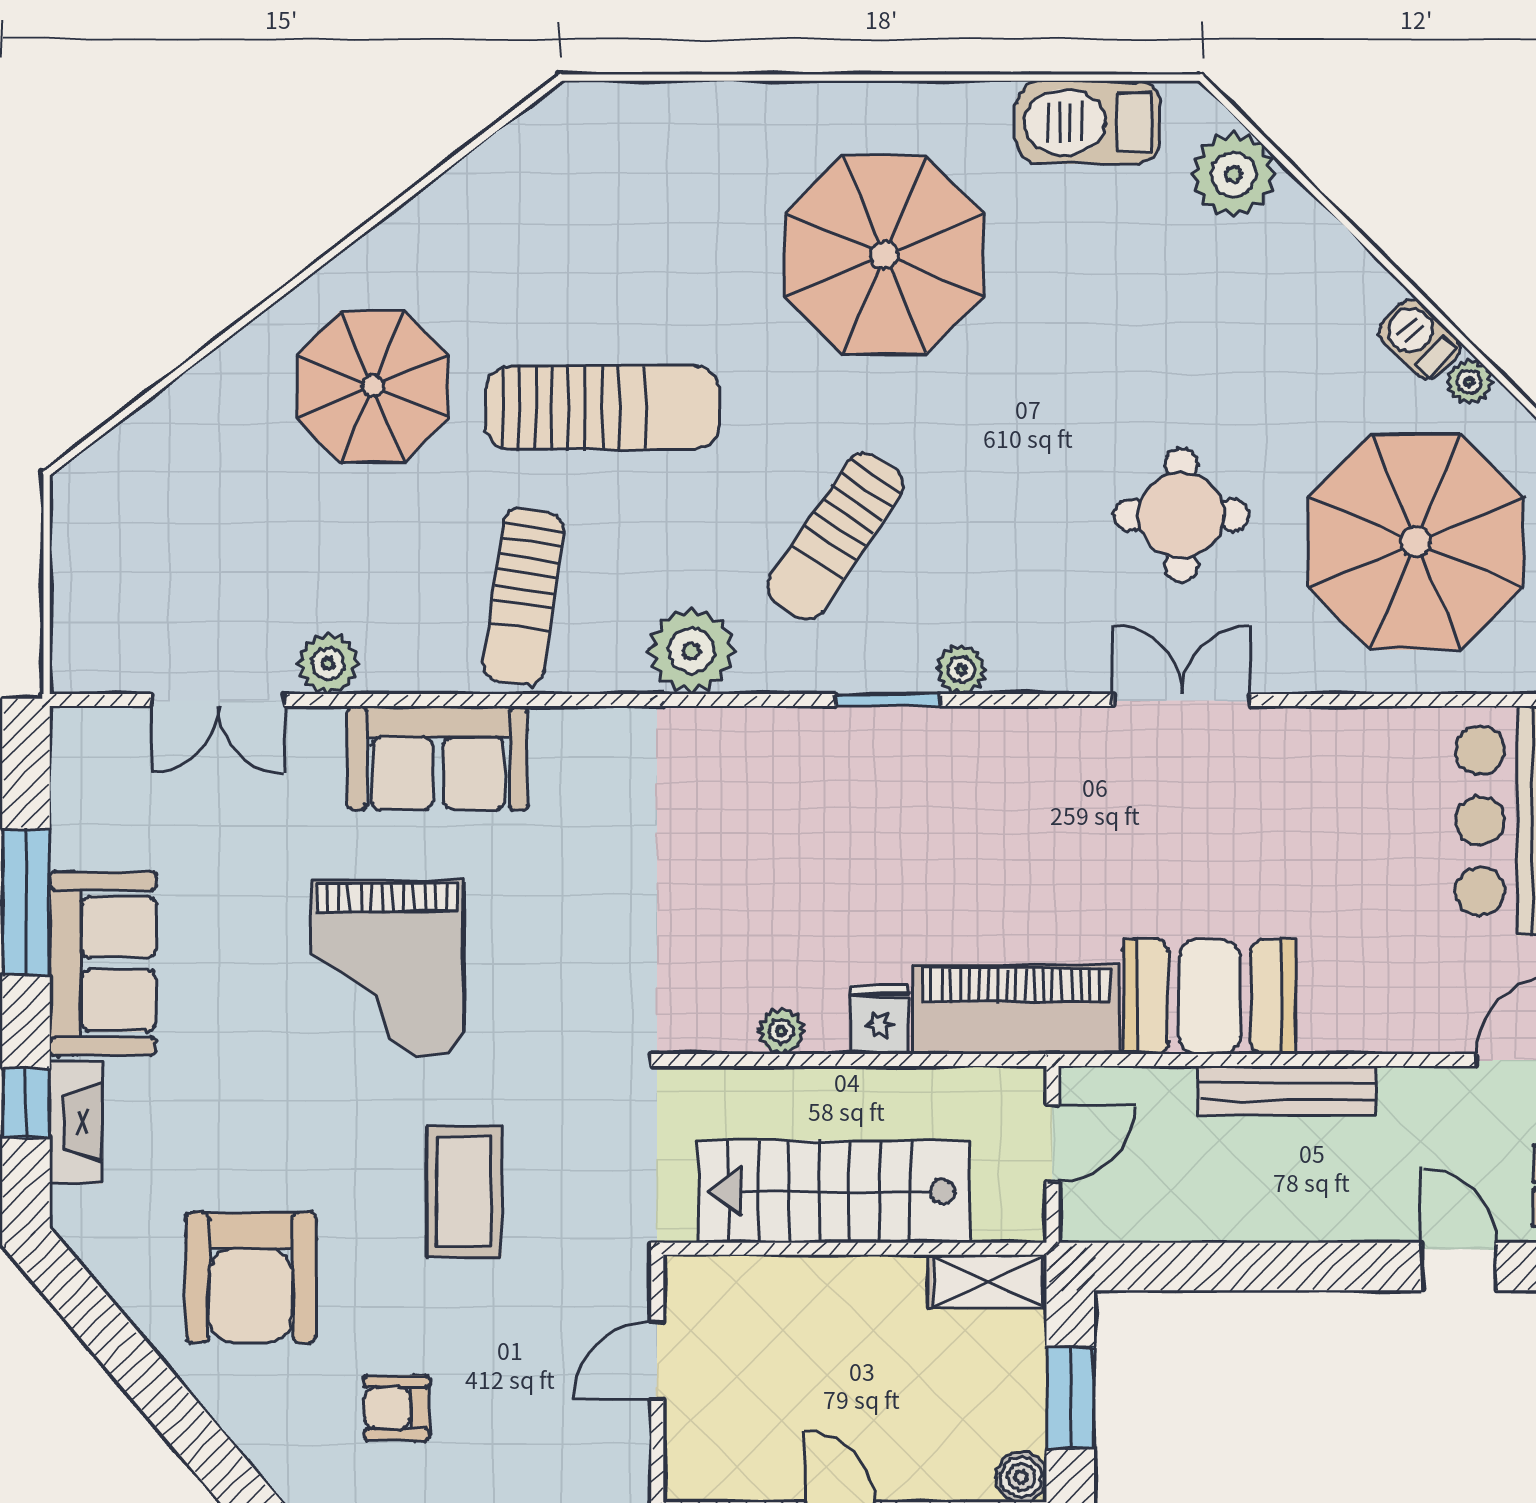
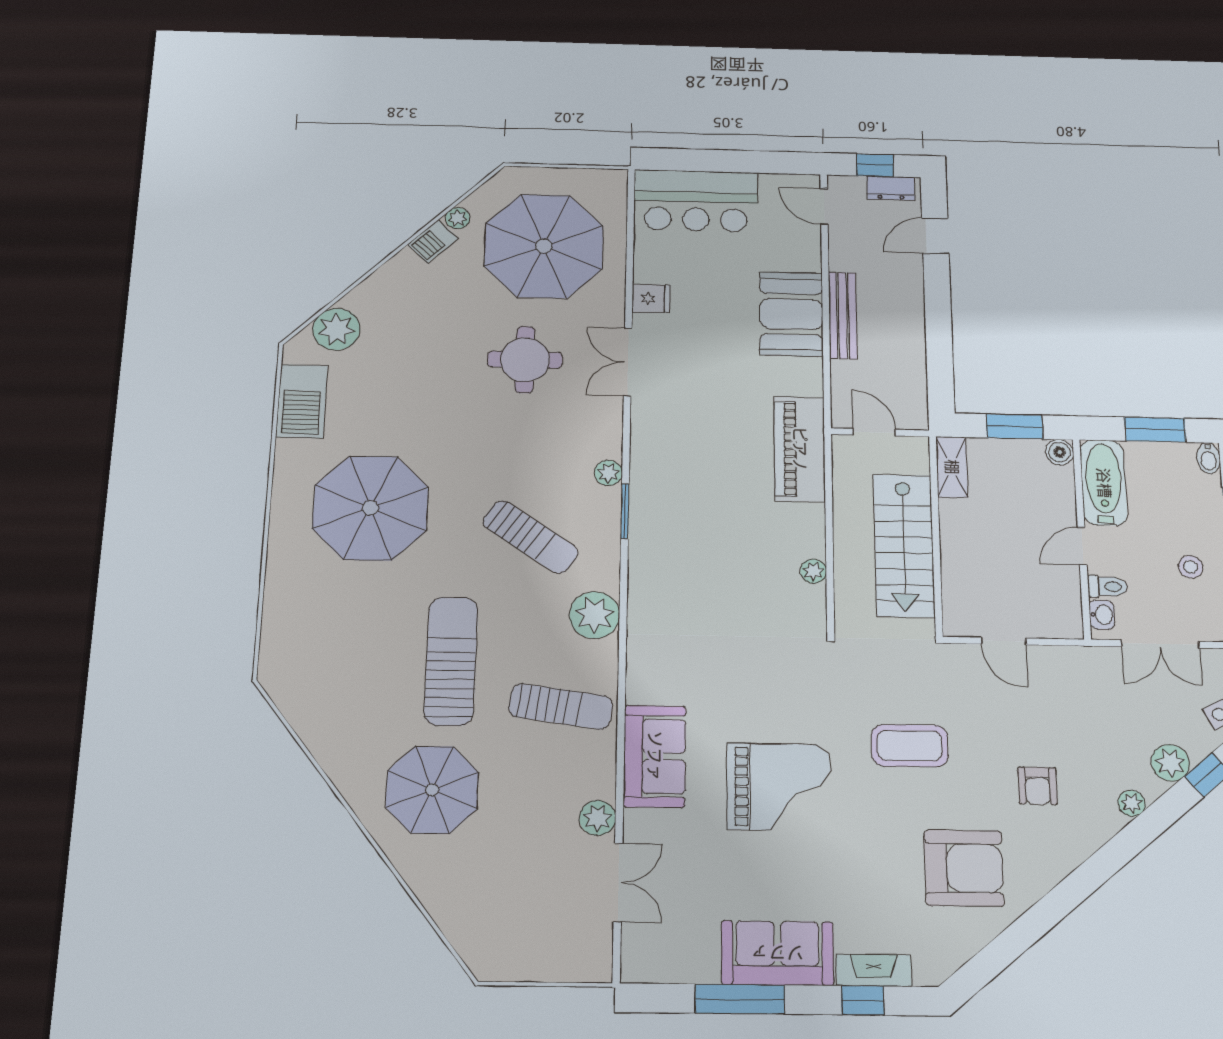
booth: (1210, 997) -> (791, 314), moved
fridge: (879, 1020) -> (651, 298), moved, turned 180

